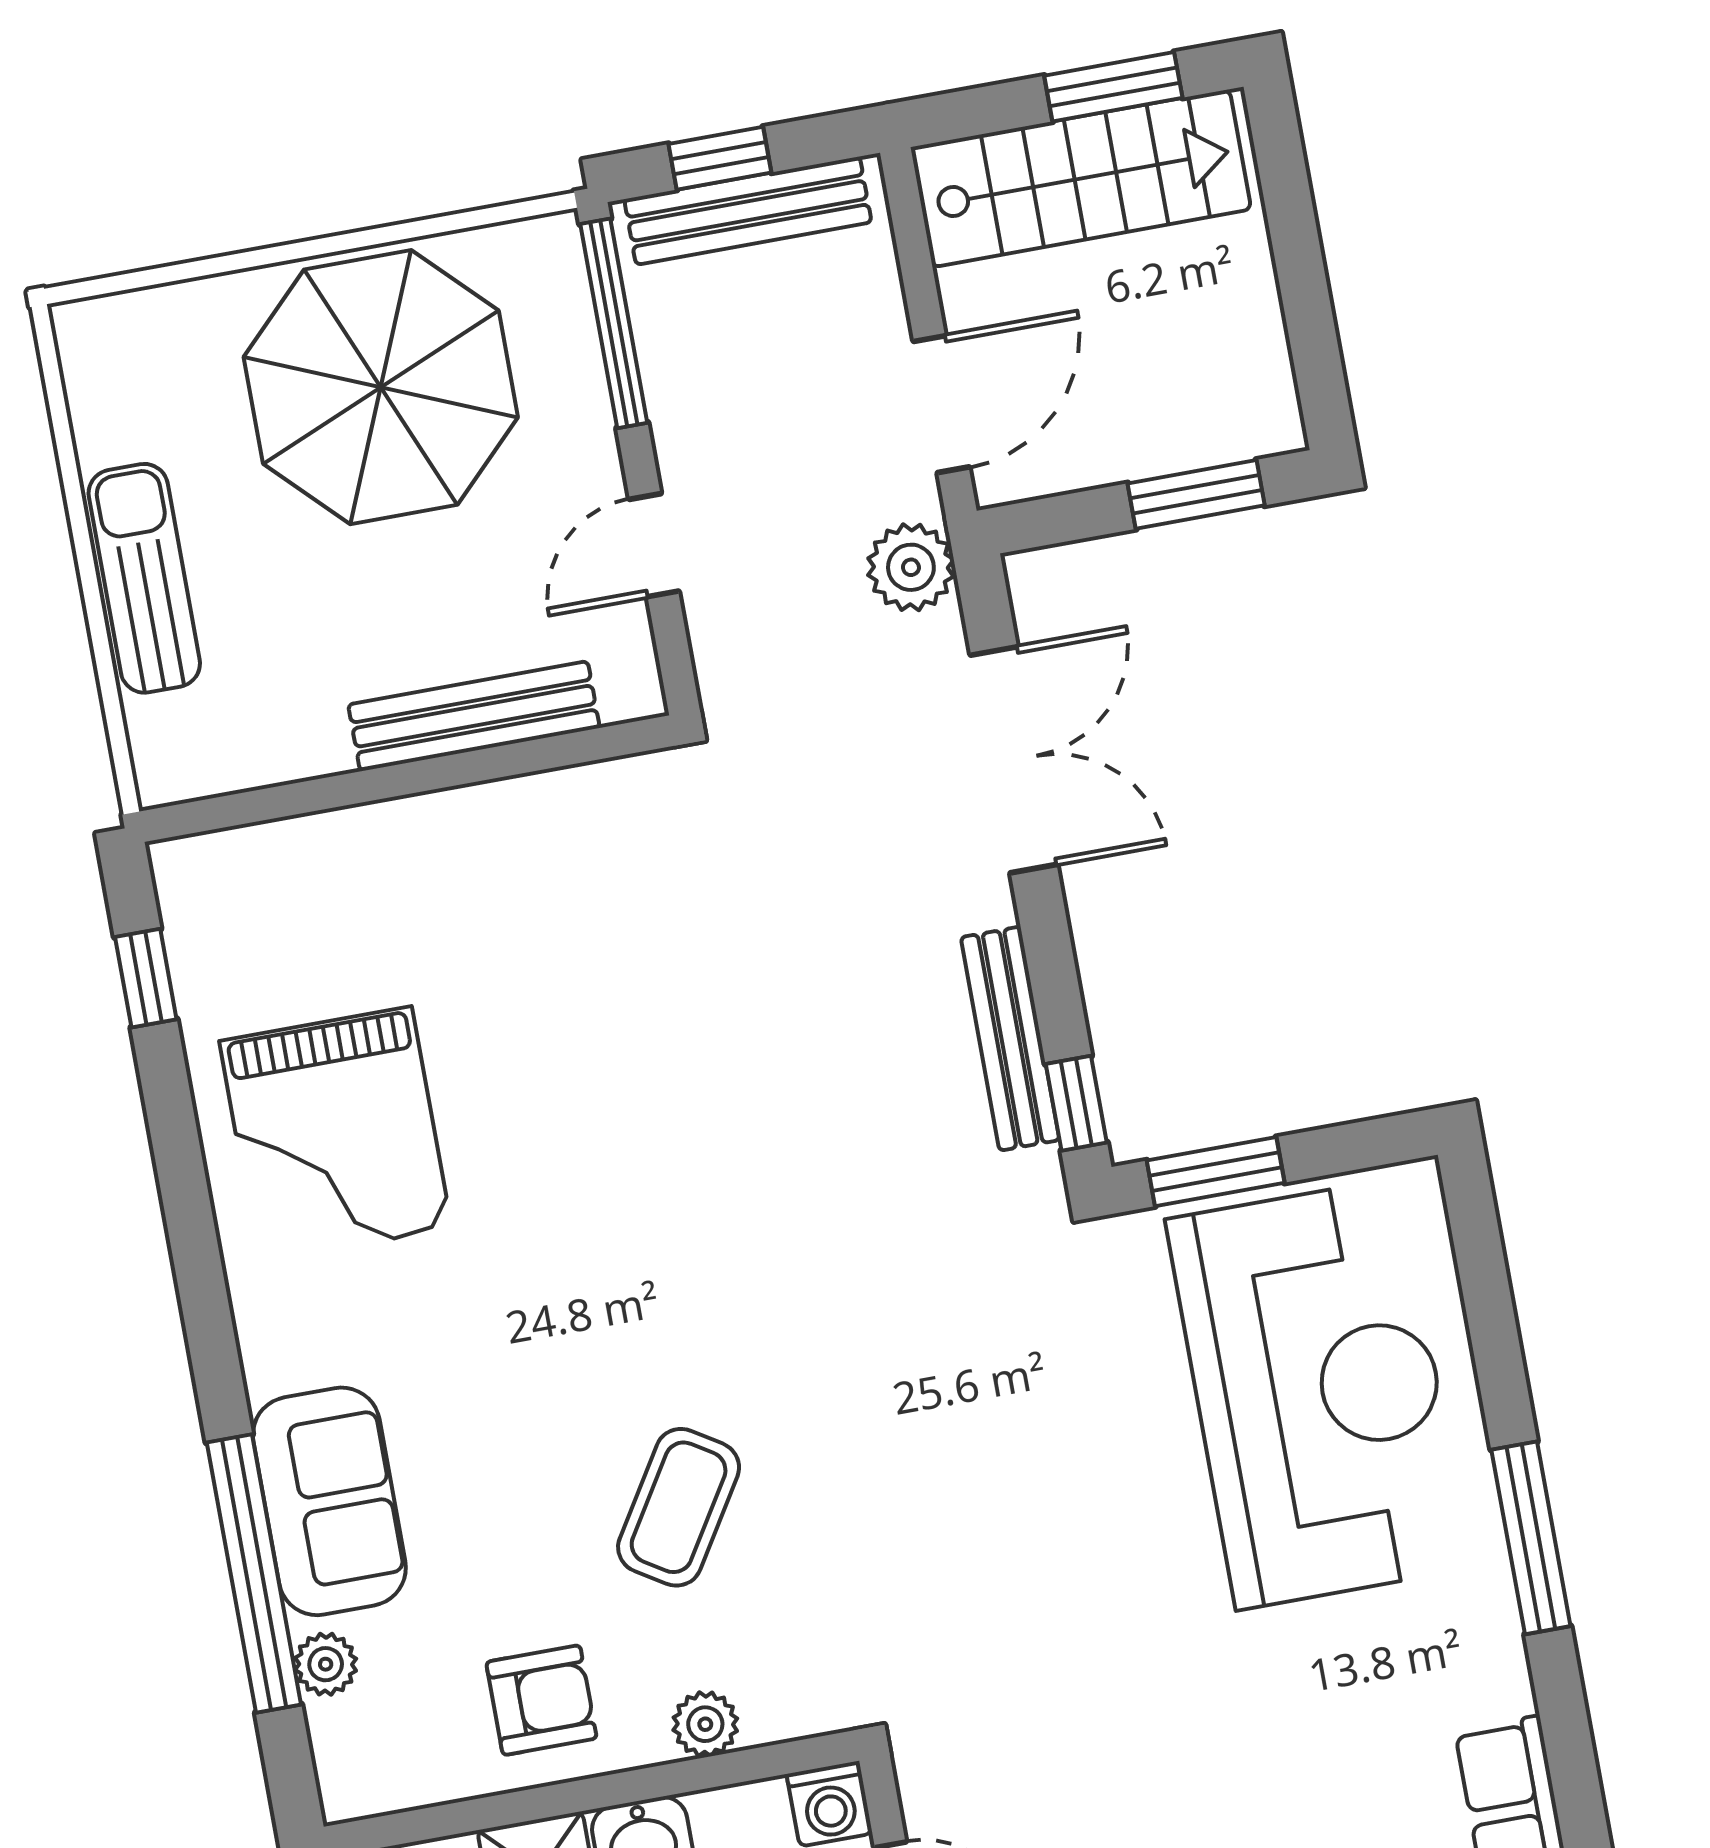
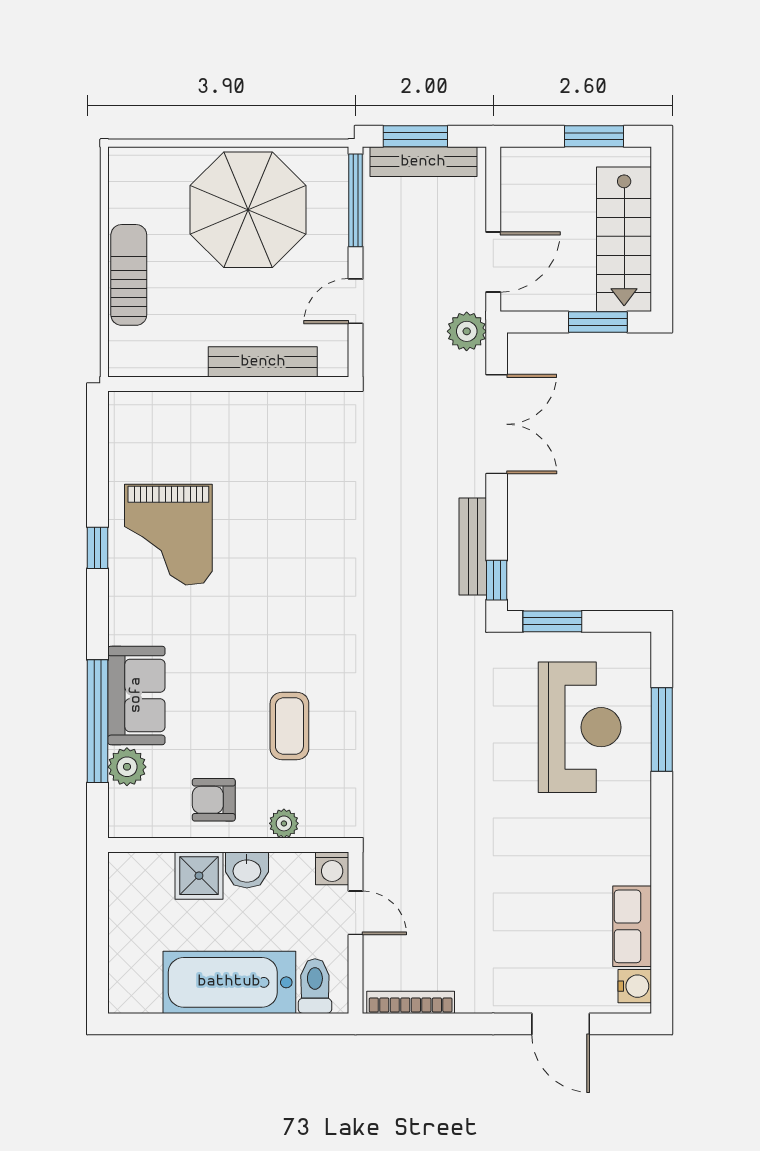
window: (720, 158) -> (415, 136), width x1.50
stairs: (1081, 178) -> (624, 239), moved, turned 90
window: (146, 978) -> (98, 548), moved
reception desk: (1318, 1394) -> (580, 727), width x0.74, depth x0.77
coffee table: (679, 1507) -> (289, 726), turned -32
window: (1531, 1538) -> (662, 730), moved
plant: (326, 1664) -> (127, 767), width x1.38, depth x1.38
armchair: (541, 1700) -> (214, 800), turned 180

